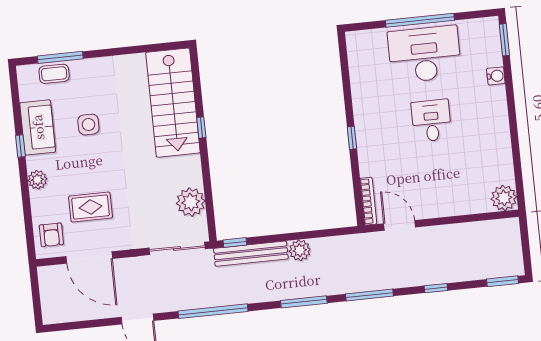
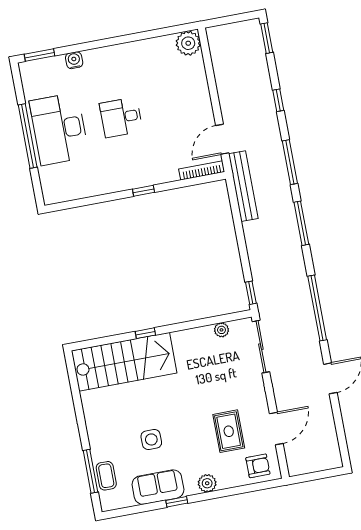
plant: (191, 202) -> (221, 330), width x0.53, depth x0.53
plant: (300, 250) -> (253, 231), removed
bench: (251, 254) -> (243, 186), moved
door: (89, 258) -> (276, 428), width x0.73

